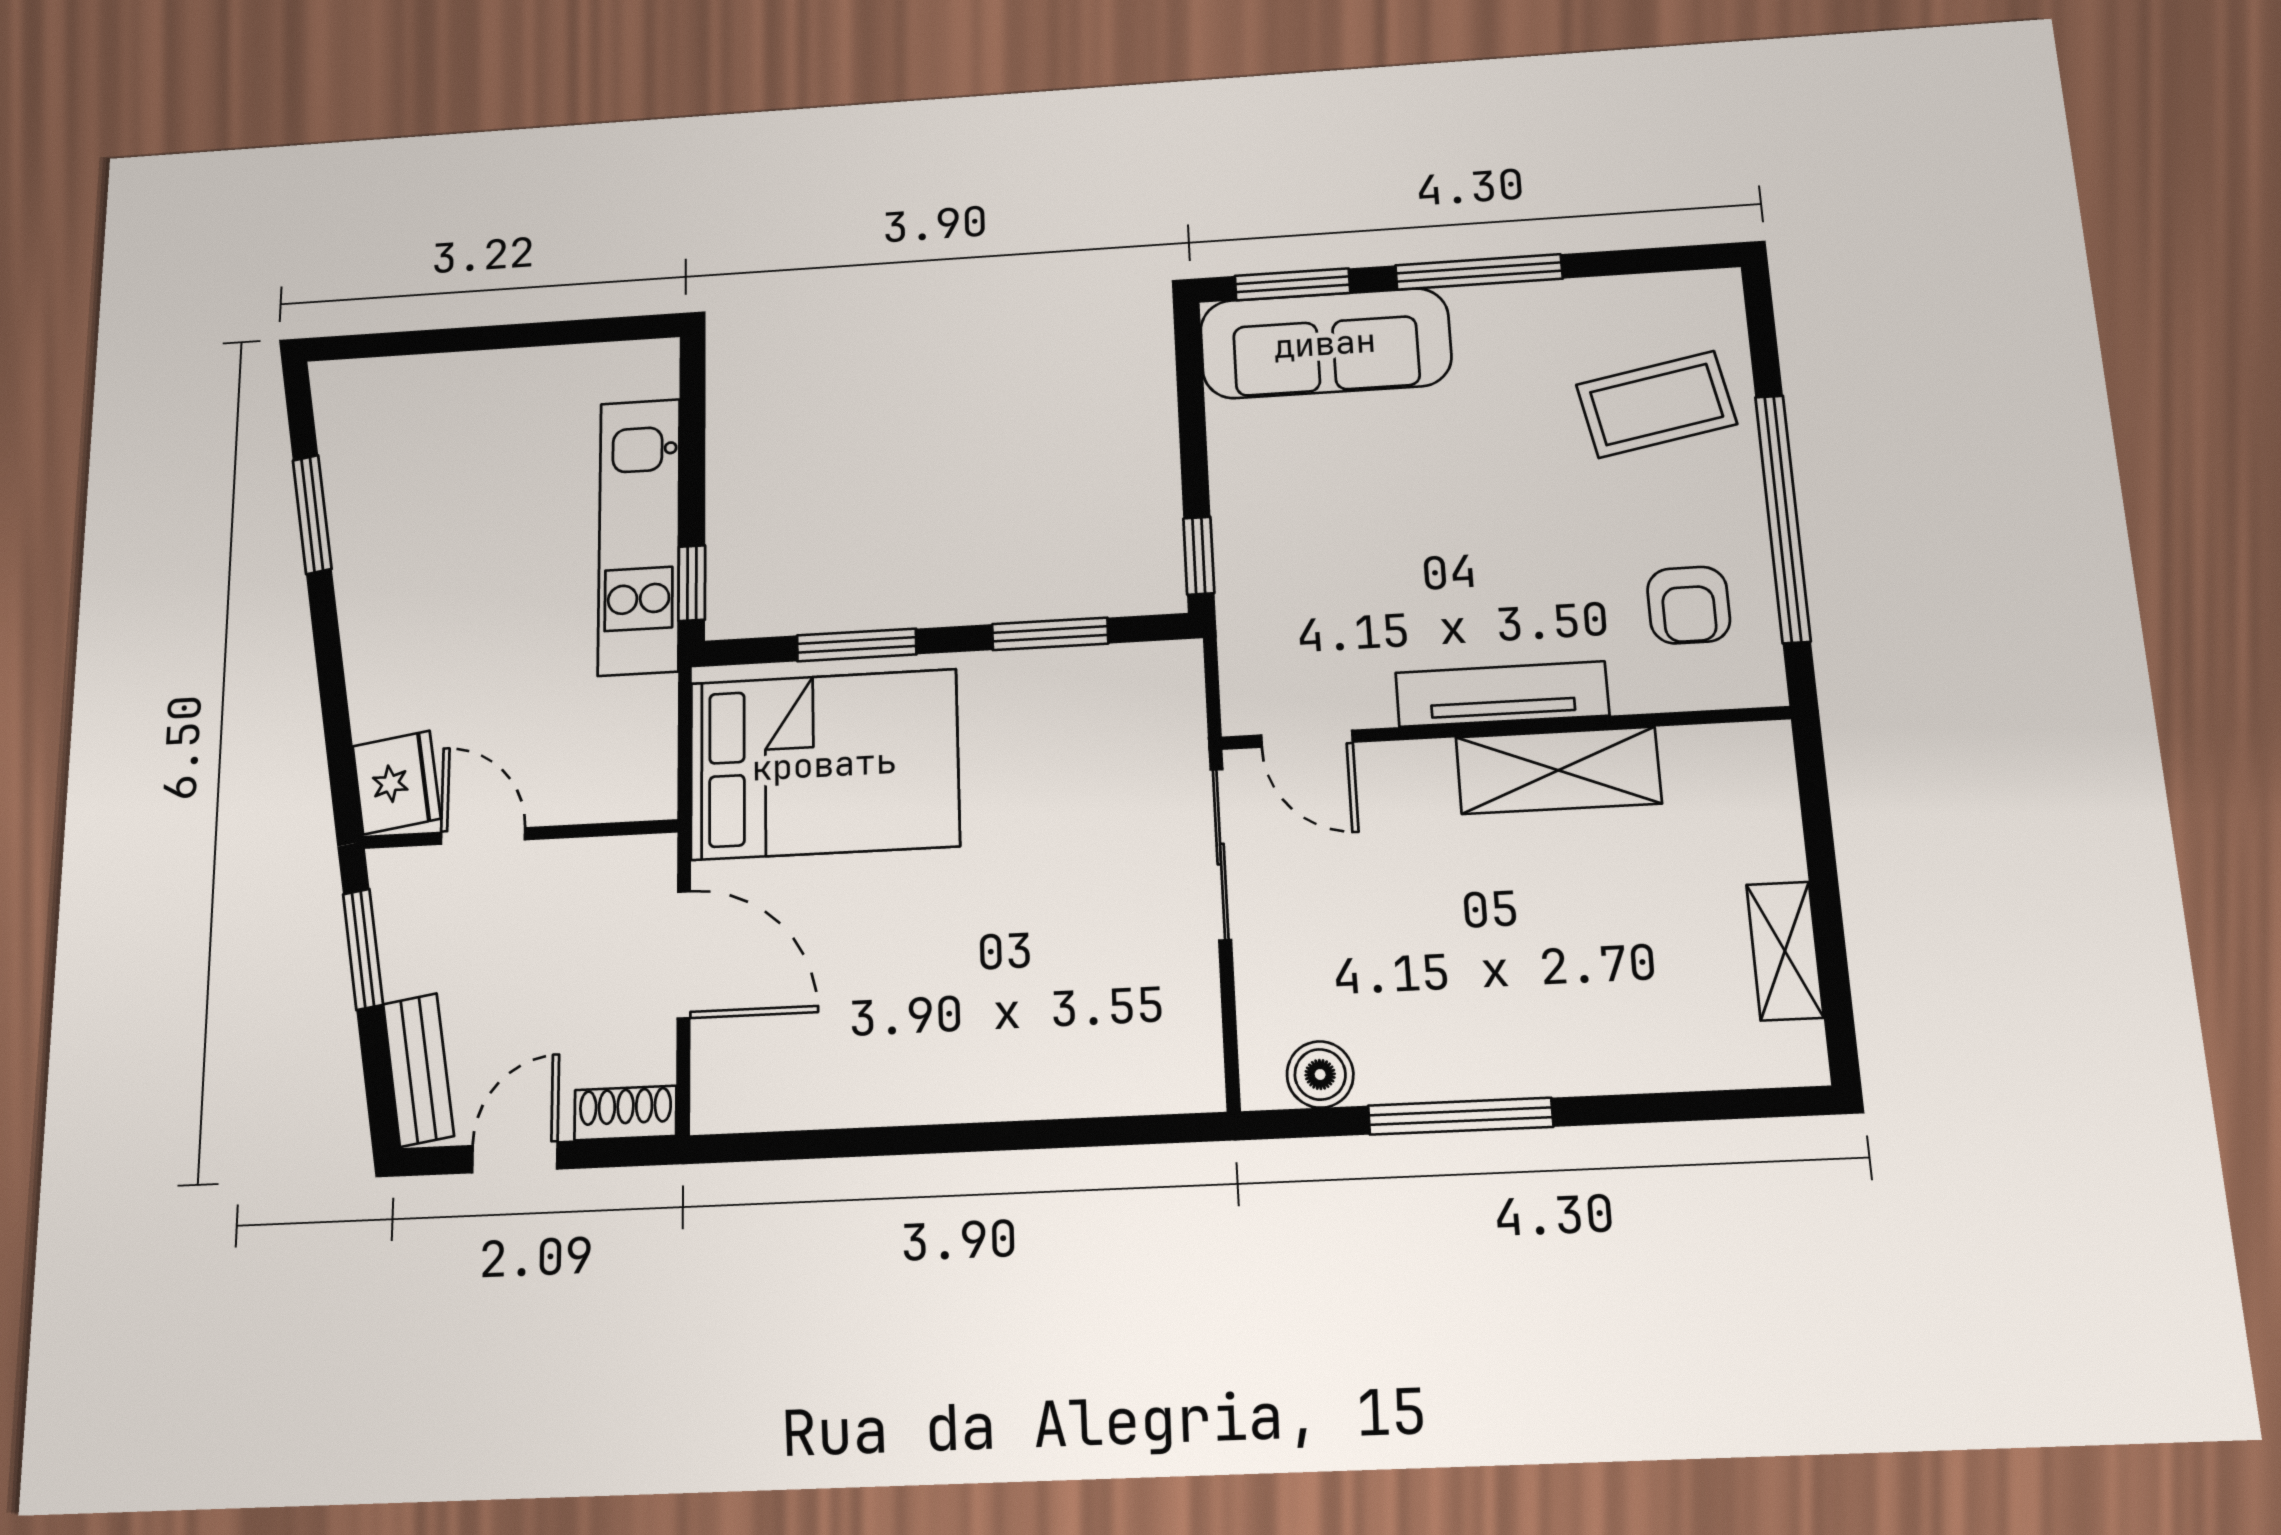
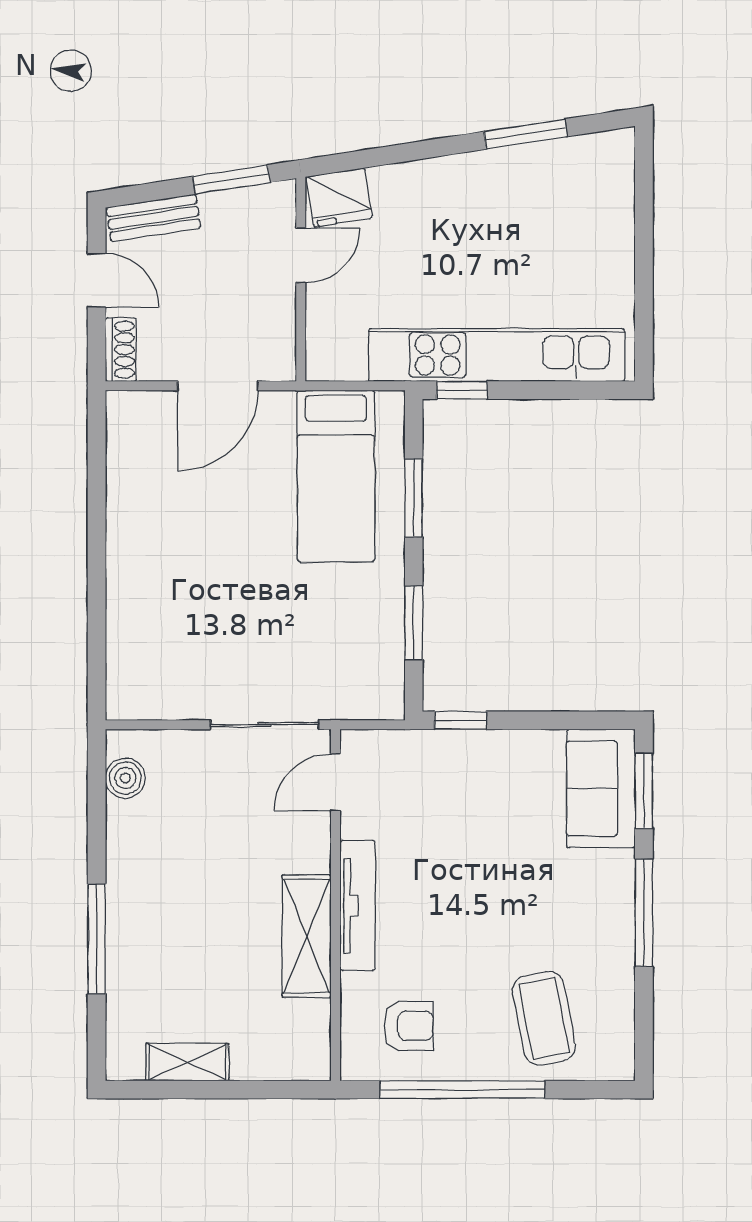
sofa: (1325, 343) -> (601, 788), width x0.73
kitchen unit: (639, 536) -> (497, 355), width x1.36
armchair: (1689, 605) -> (409, 1026), turned 180
bed: (824, 764) -> (336, 476), width x0.67
window: (1460, 1116) -> (97, 939), moved

